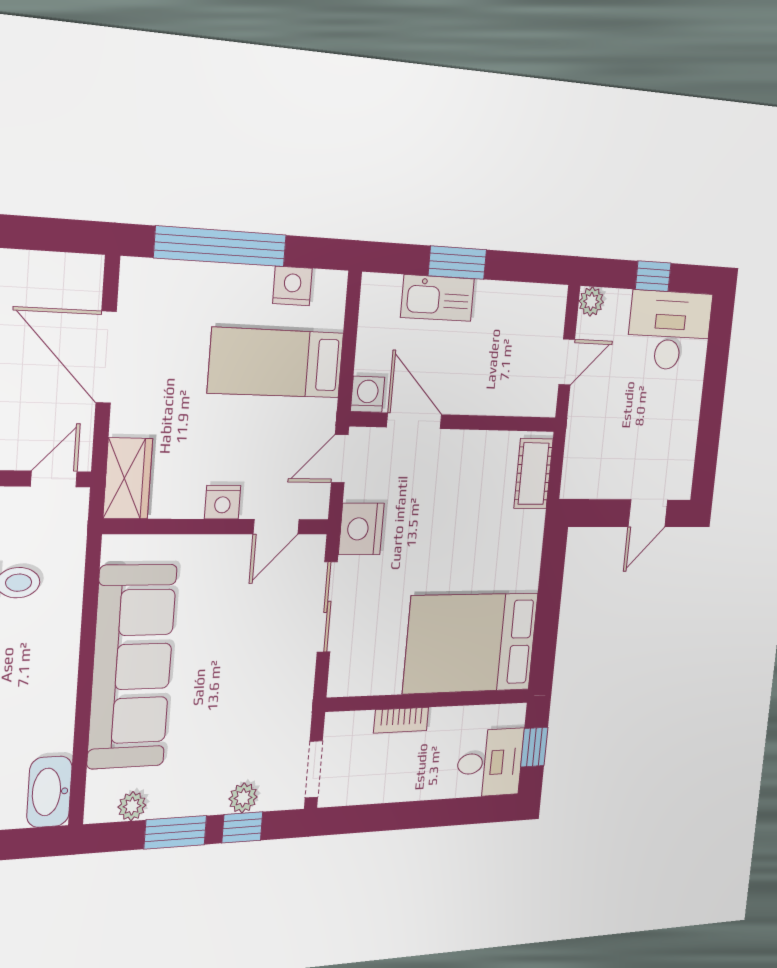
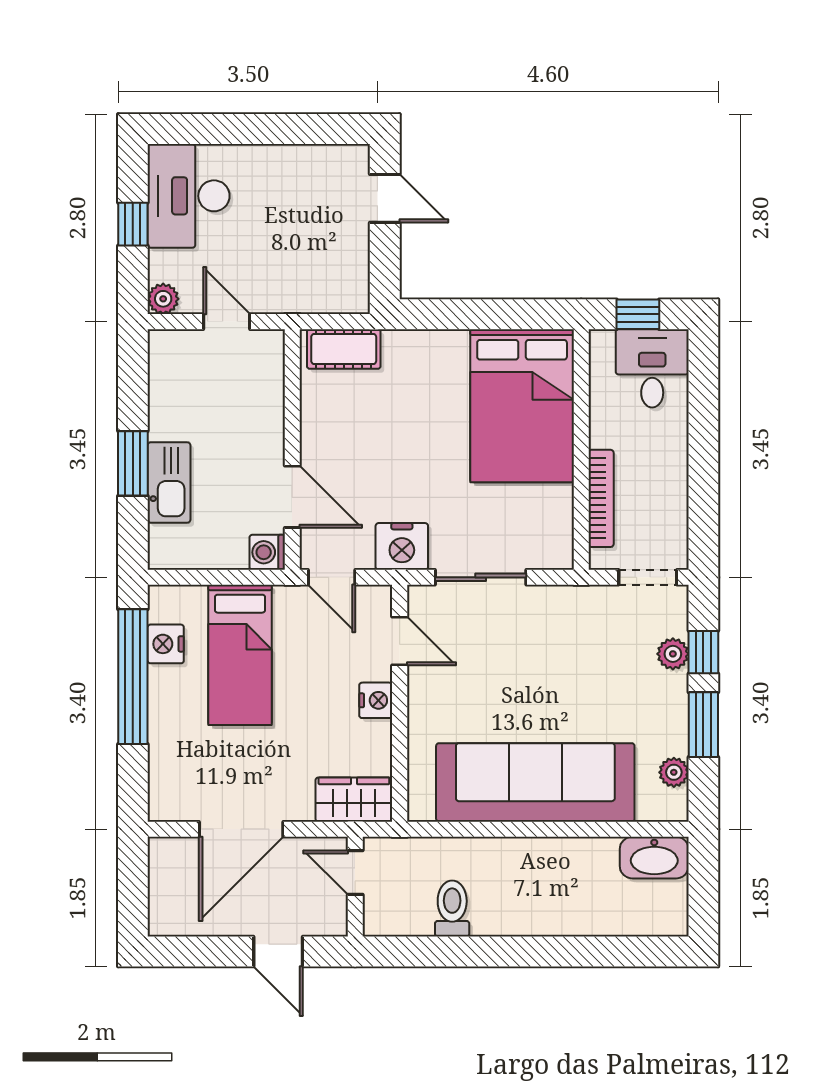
window: (221, 246) -> (133, 677), moved
door: (414, 421) -> (292, 497), swing flipped
bookcase: (401, 720) -> (601, 498), width x1.56

